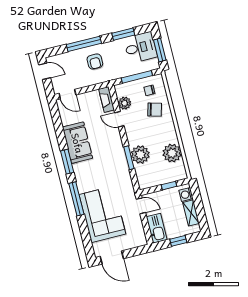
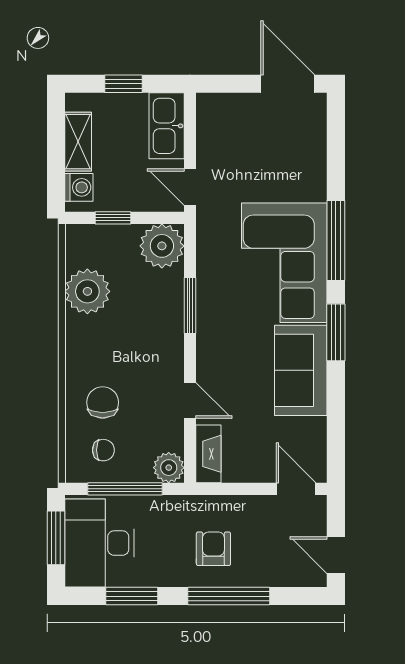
desk: (140, 47) -> (100, 543), width x1.37
plant: (125, 103) -> (169, 468), moved
chair: (155, 110) -> (103, 402), turned 75
plant: (140, 155) -> (162, 246), moved
corner sofa: (102, 214) -> (284, 263), moved

